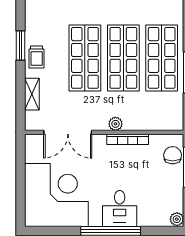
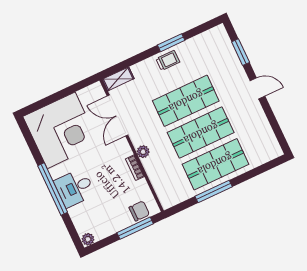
trolley: (37, 57) -> (168, 60), turned 180
shelving: (32, 94) -> (118, 79), moved
bookcase: (128, 139) -> (135, 168), width x0.64

